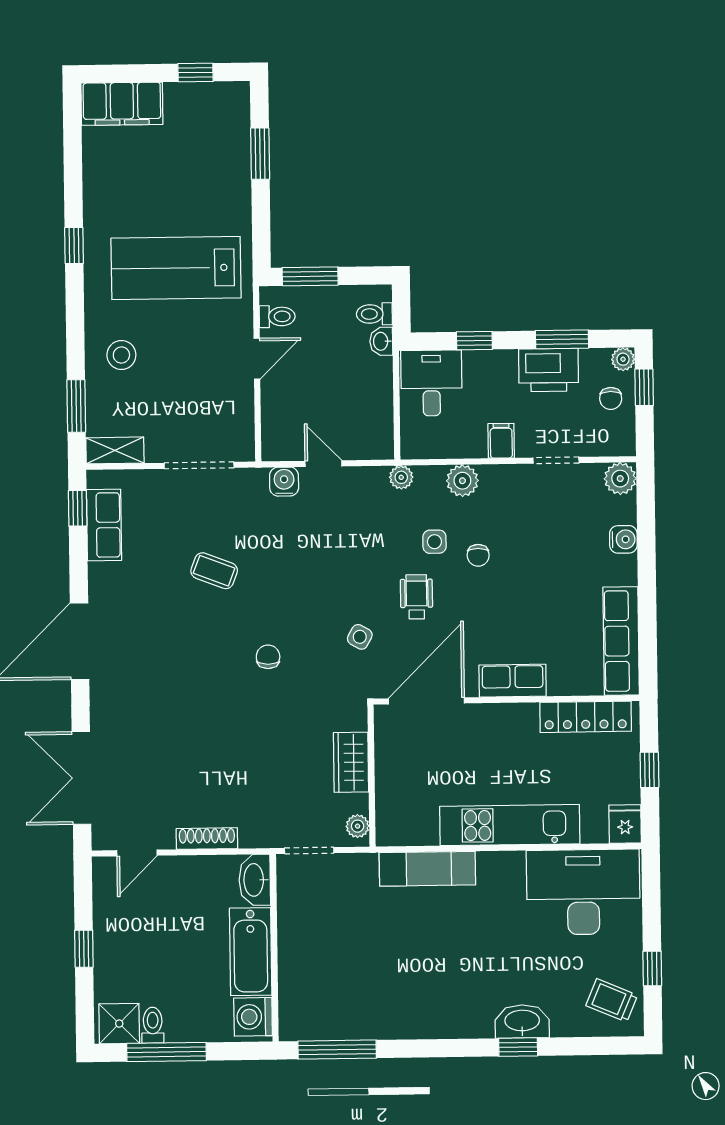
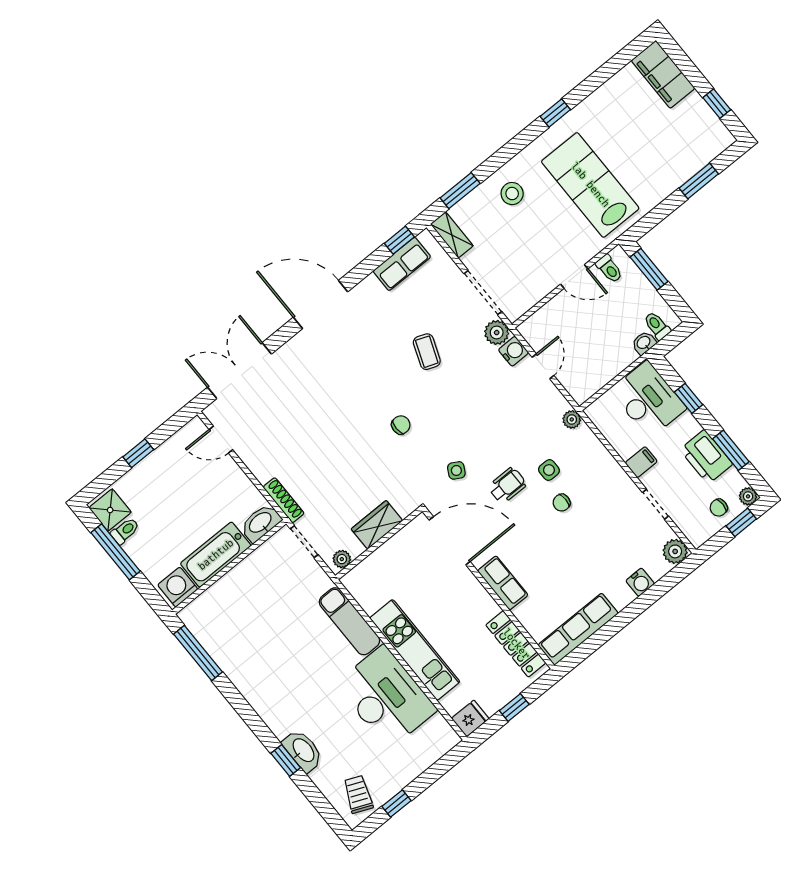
desk: (431, 383) -> (648, 399), width x1.37
plant: (462, 481) -> (497, 332), moved
shoe rack: (207, 839) -> (284, 500), moved
desk: (583, 892) -> (386, 697), moved

